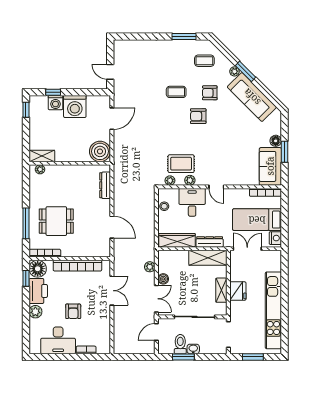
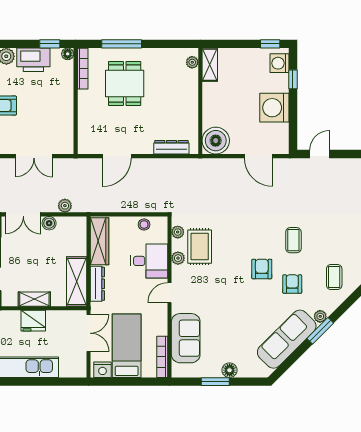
washing machine: (55, 103) -> (280, 63), moved
sofa: (270, 166) -> (186, 338), moved, turned 90
bookcase: (77, 266) -> (66, 111), removed
floor lamp: (38, 269) -> (68, 54), width x0.53, depth x0.53

